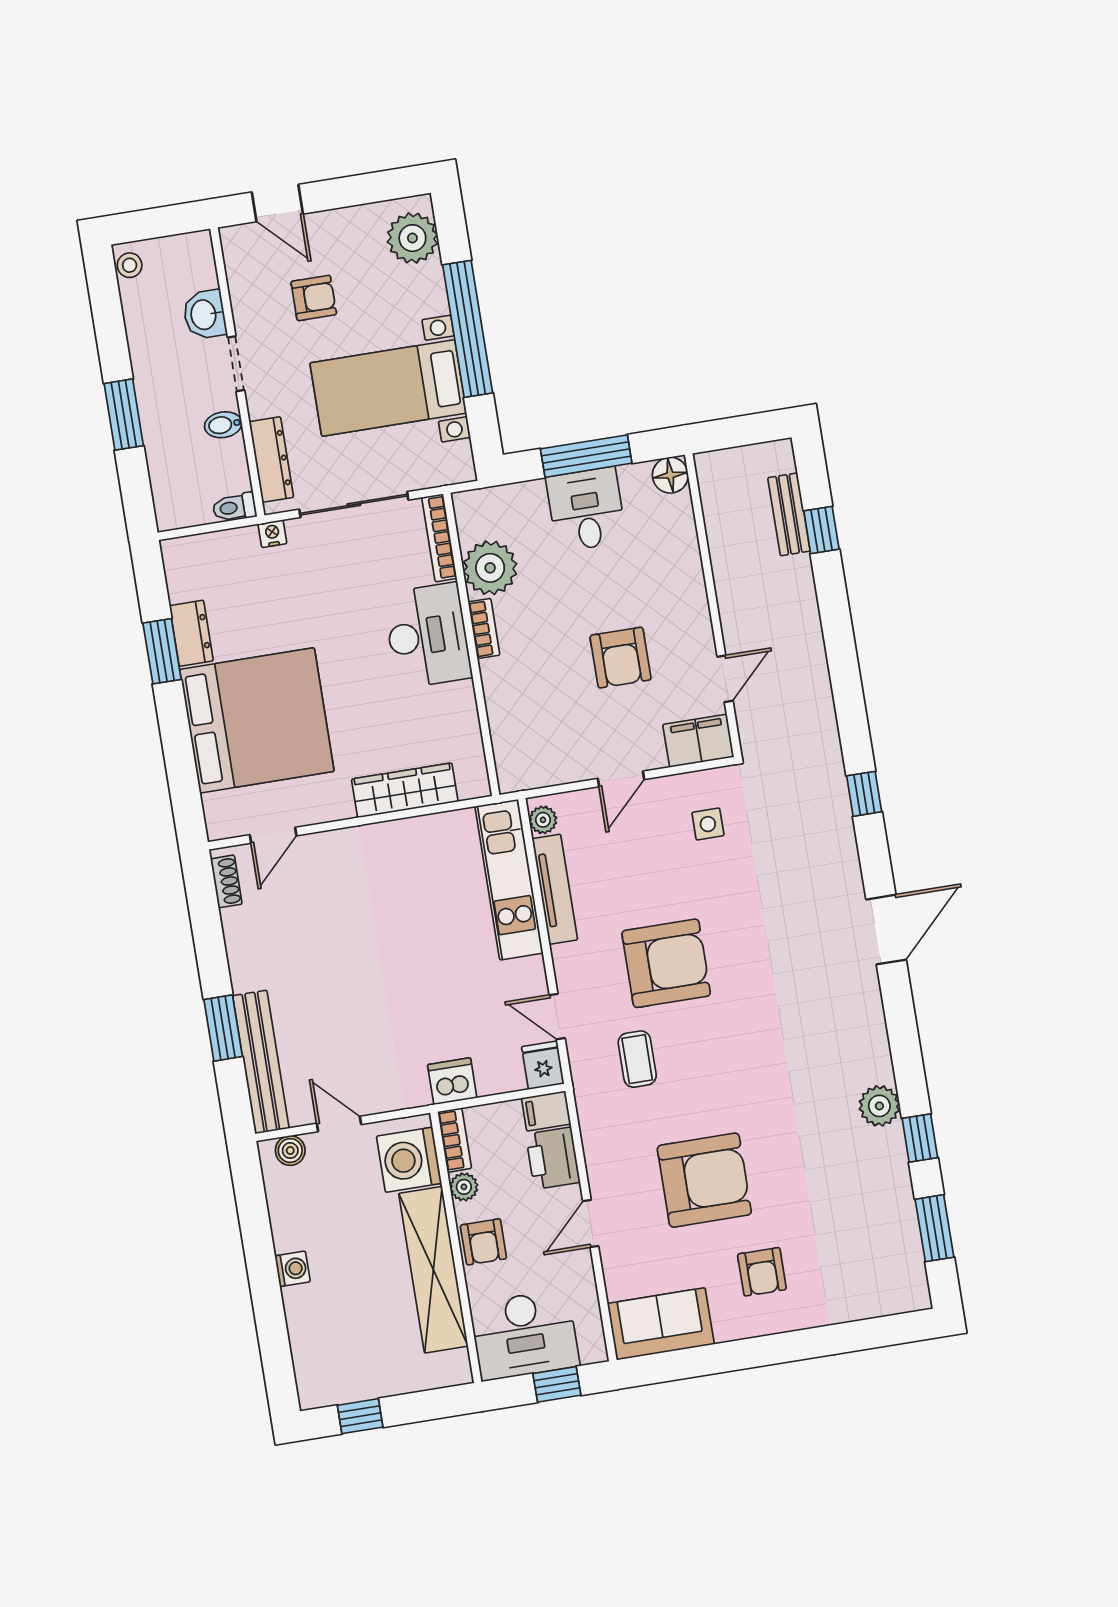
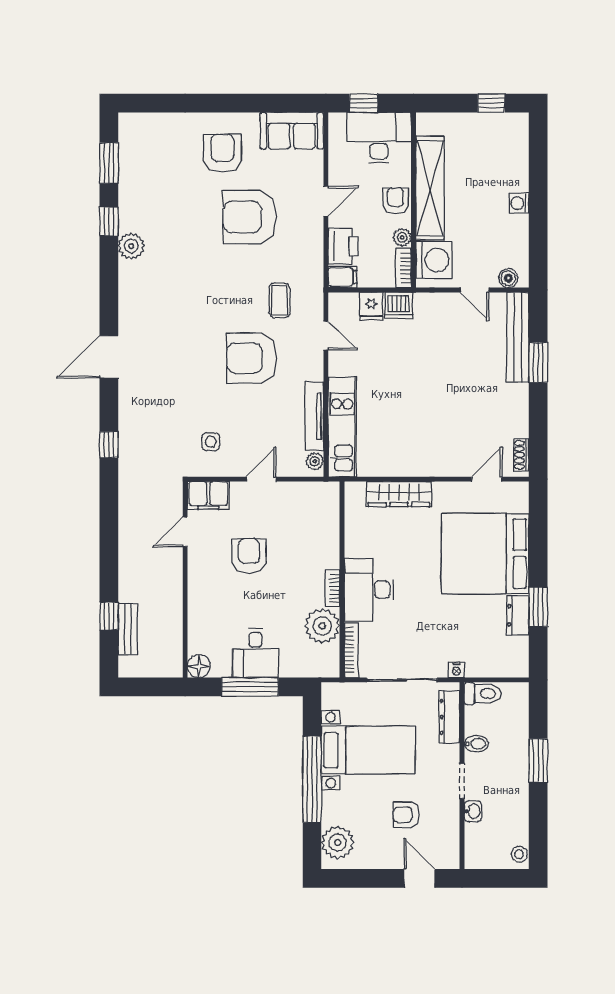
washbasin: (205, 315) -> (473, 811), width x0.72, depth x0.69
toilet: (234, 507) -> (483, 694), width x1.37, depth x1.39
fridge: (543, 1065) -> (371, 306), moved
armchair: (762, 1272) -> (222, 153), width x1.38, depth x1.38

